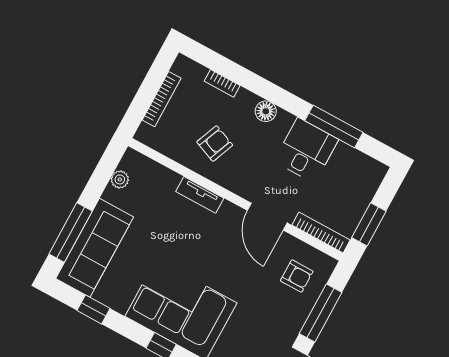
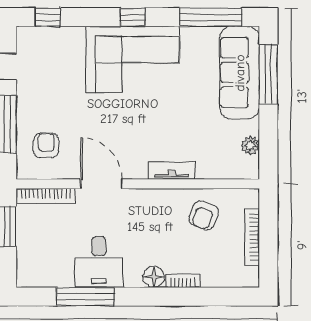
bookcase: (222, 83) -> (183, 281), moved
armchair: (215, 144) -> (204, 215), moved
armchair: (297, 276) -> (46, 145), turned 90
window: (94, 309) -> (211, 17), width x2.17

